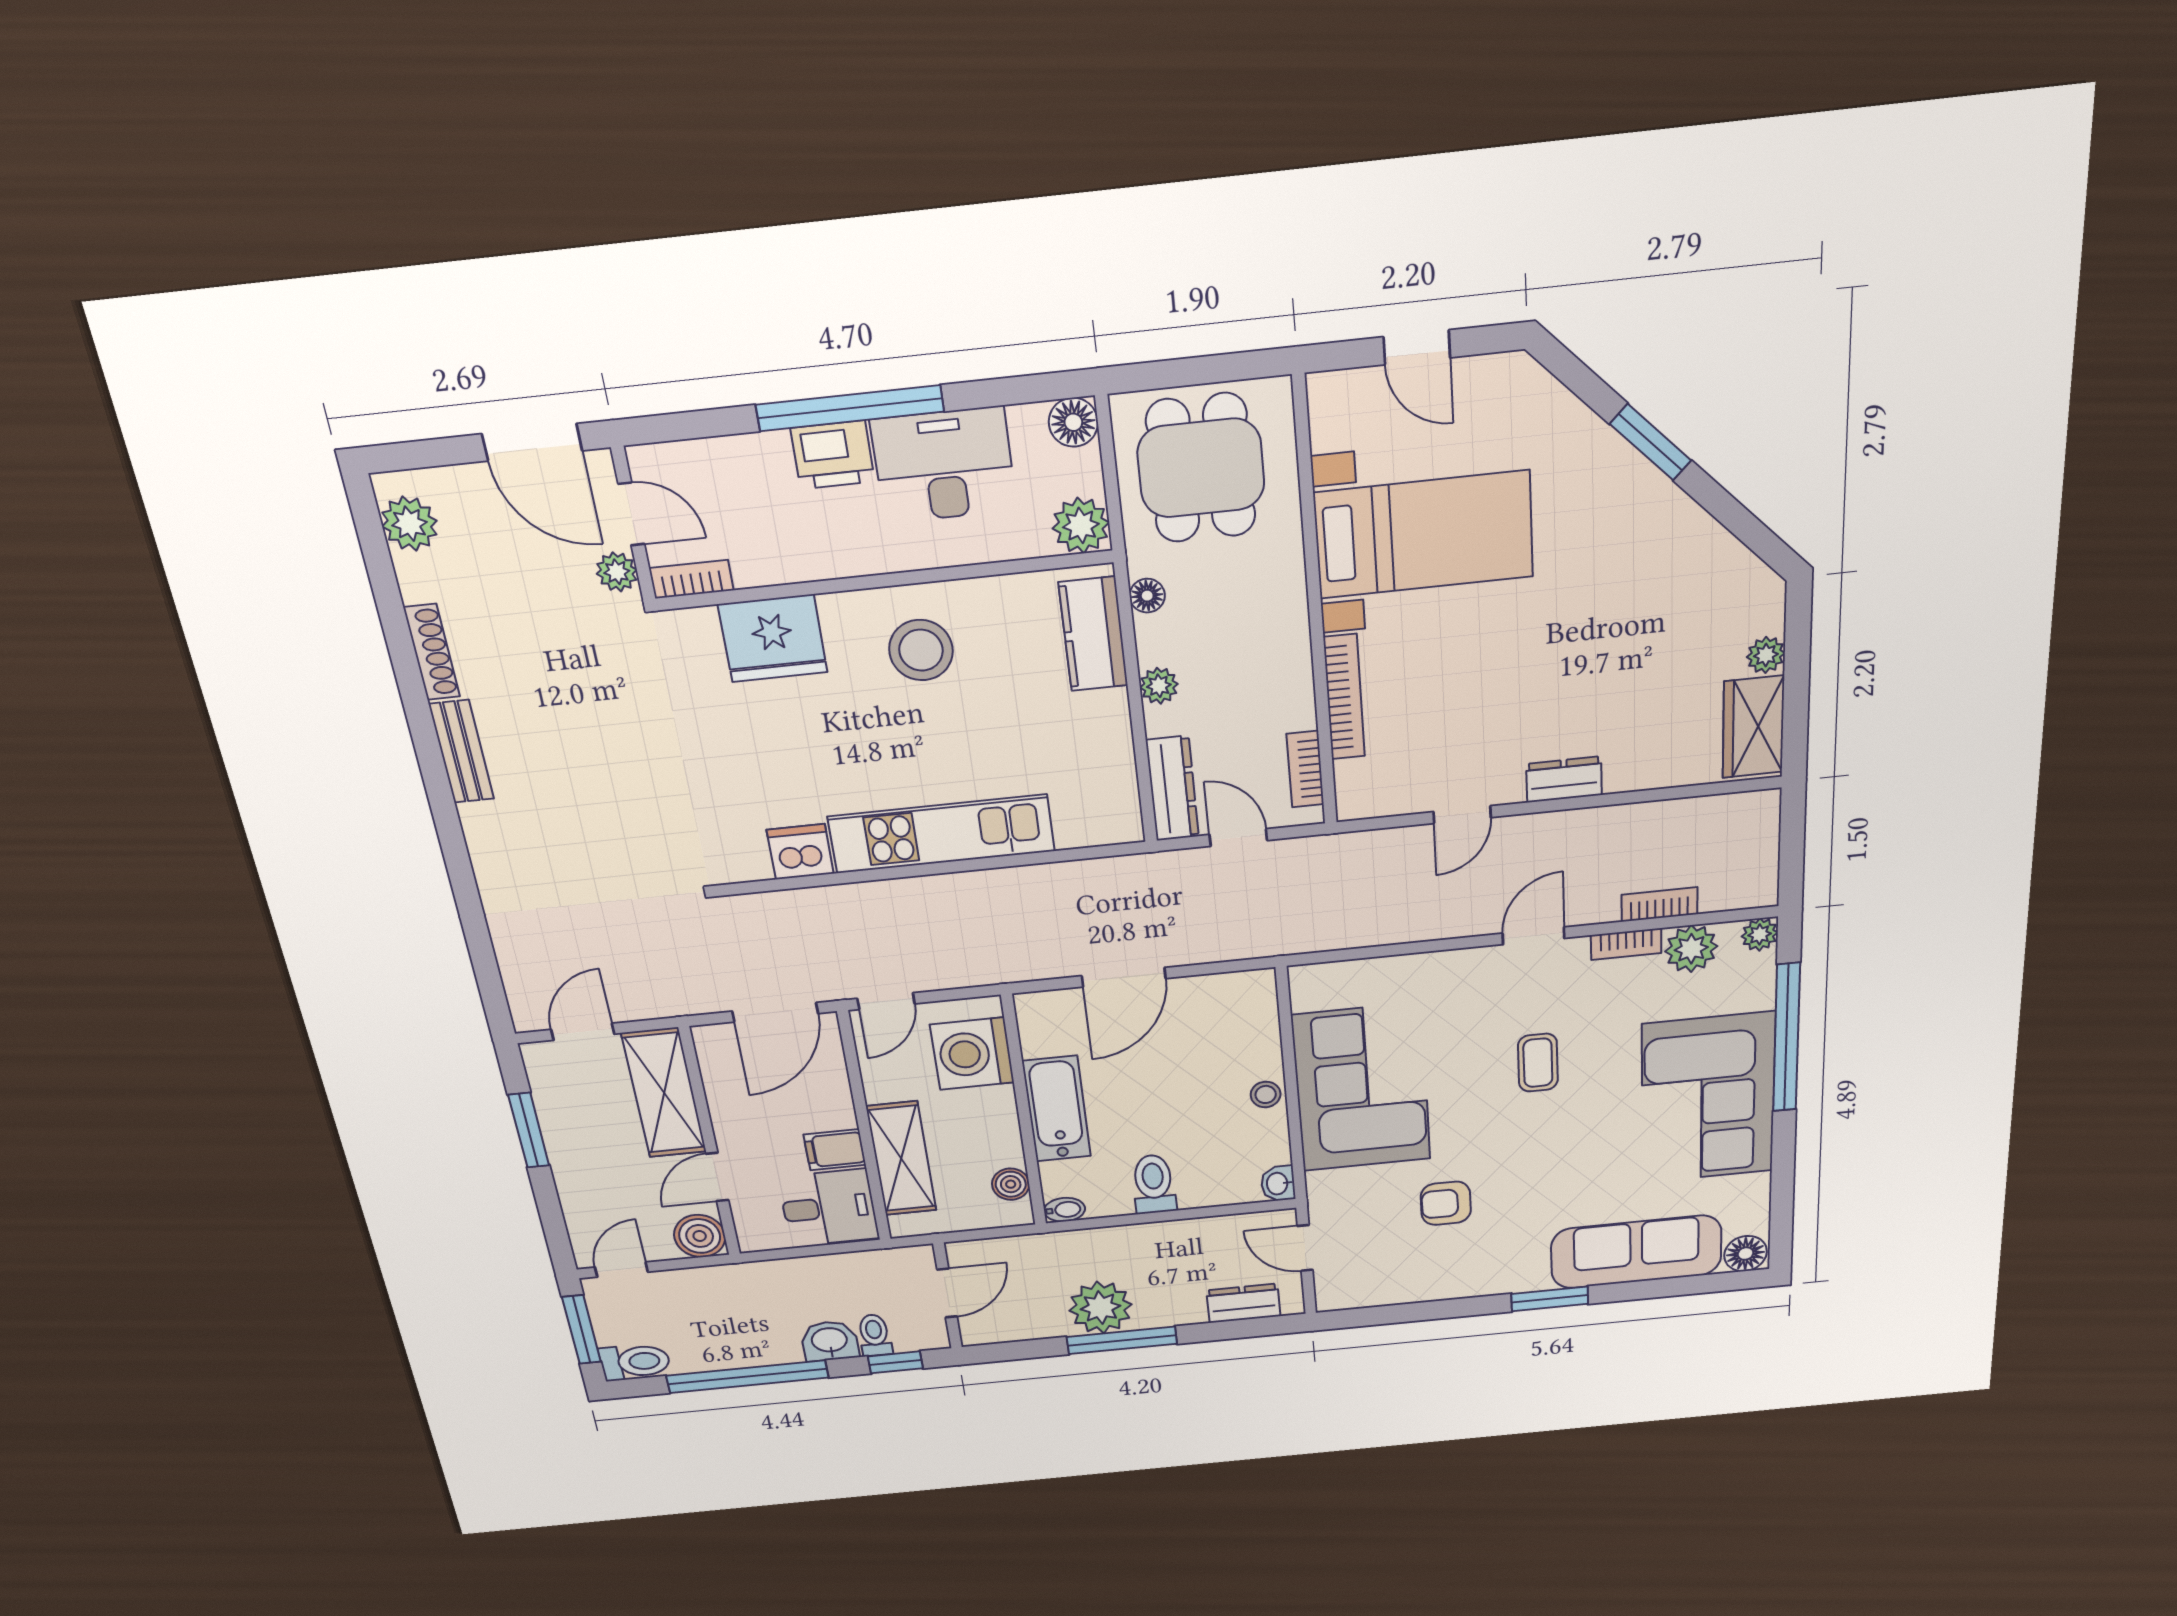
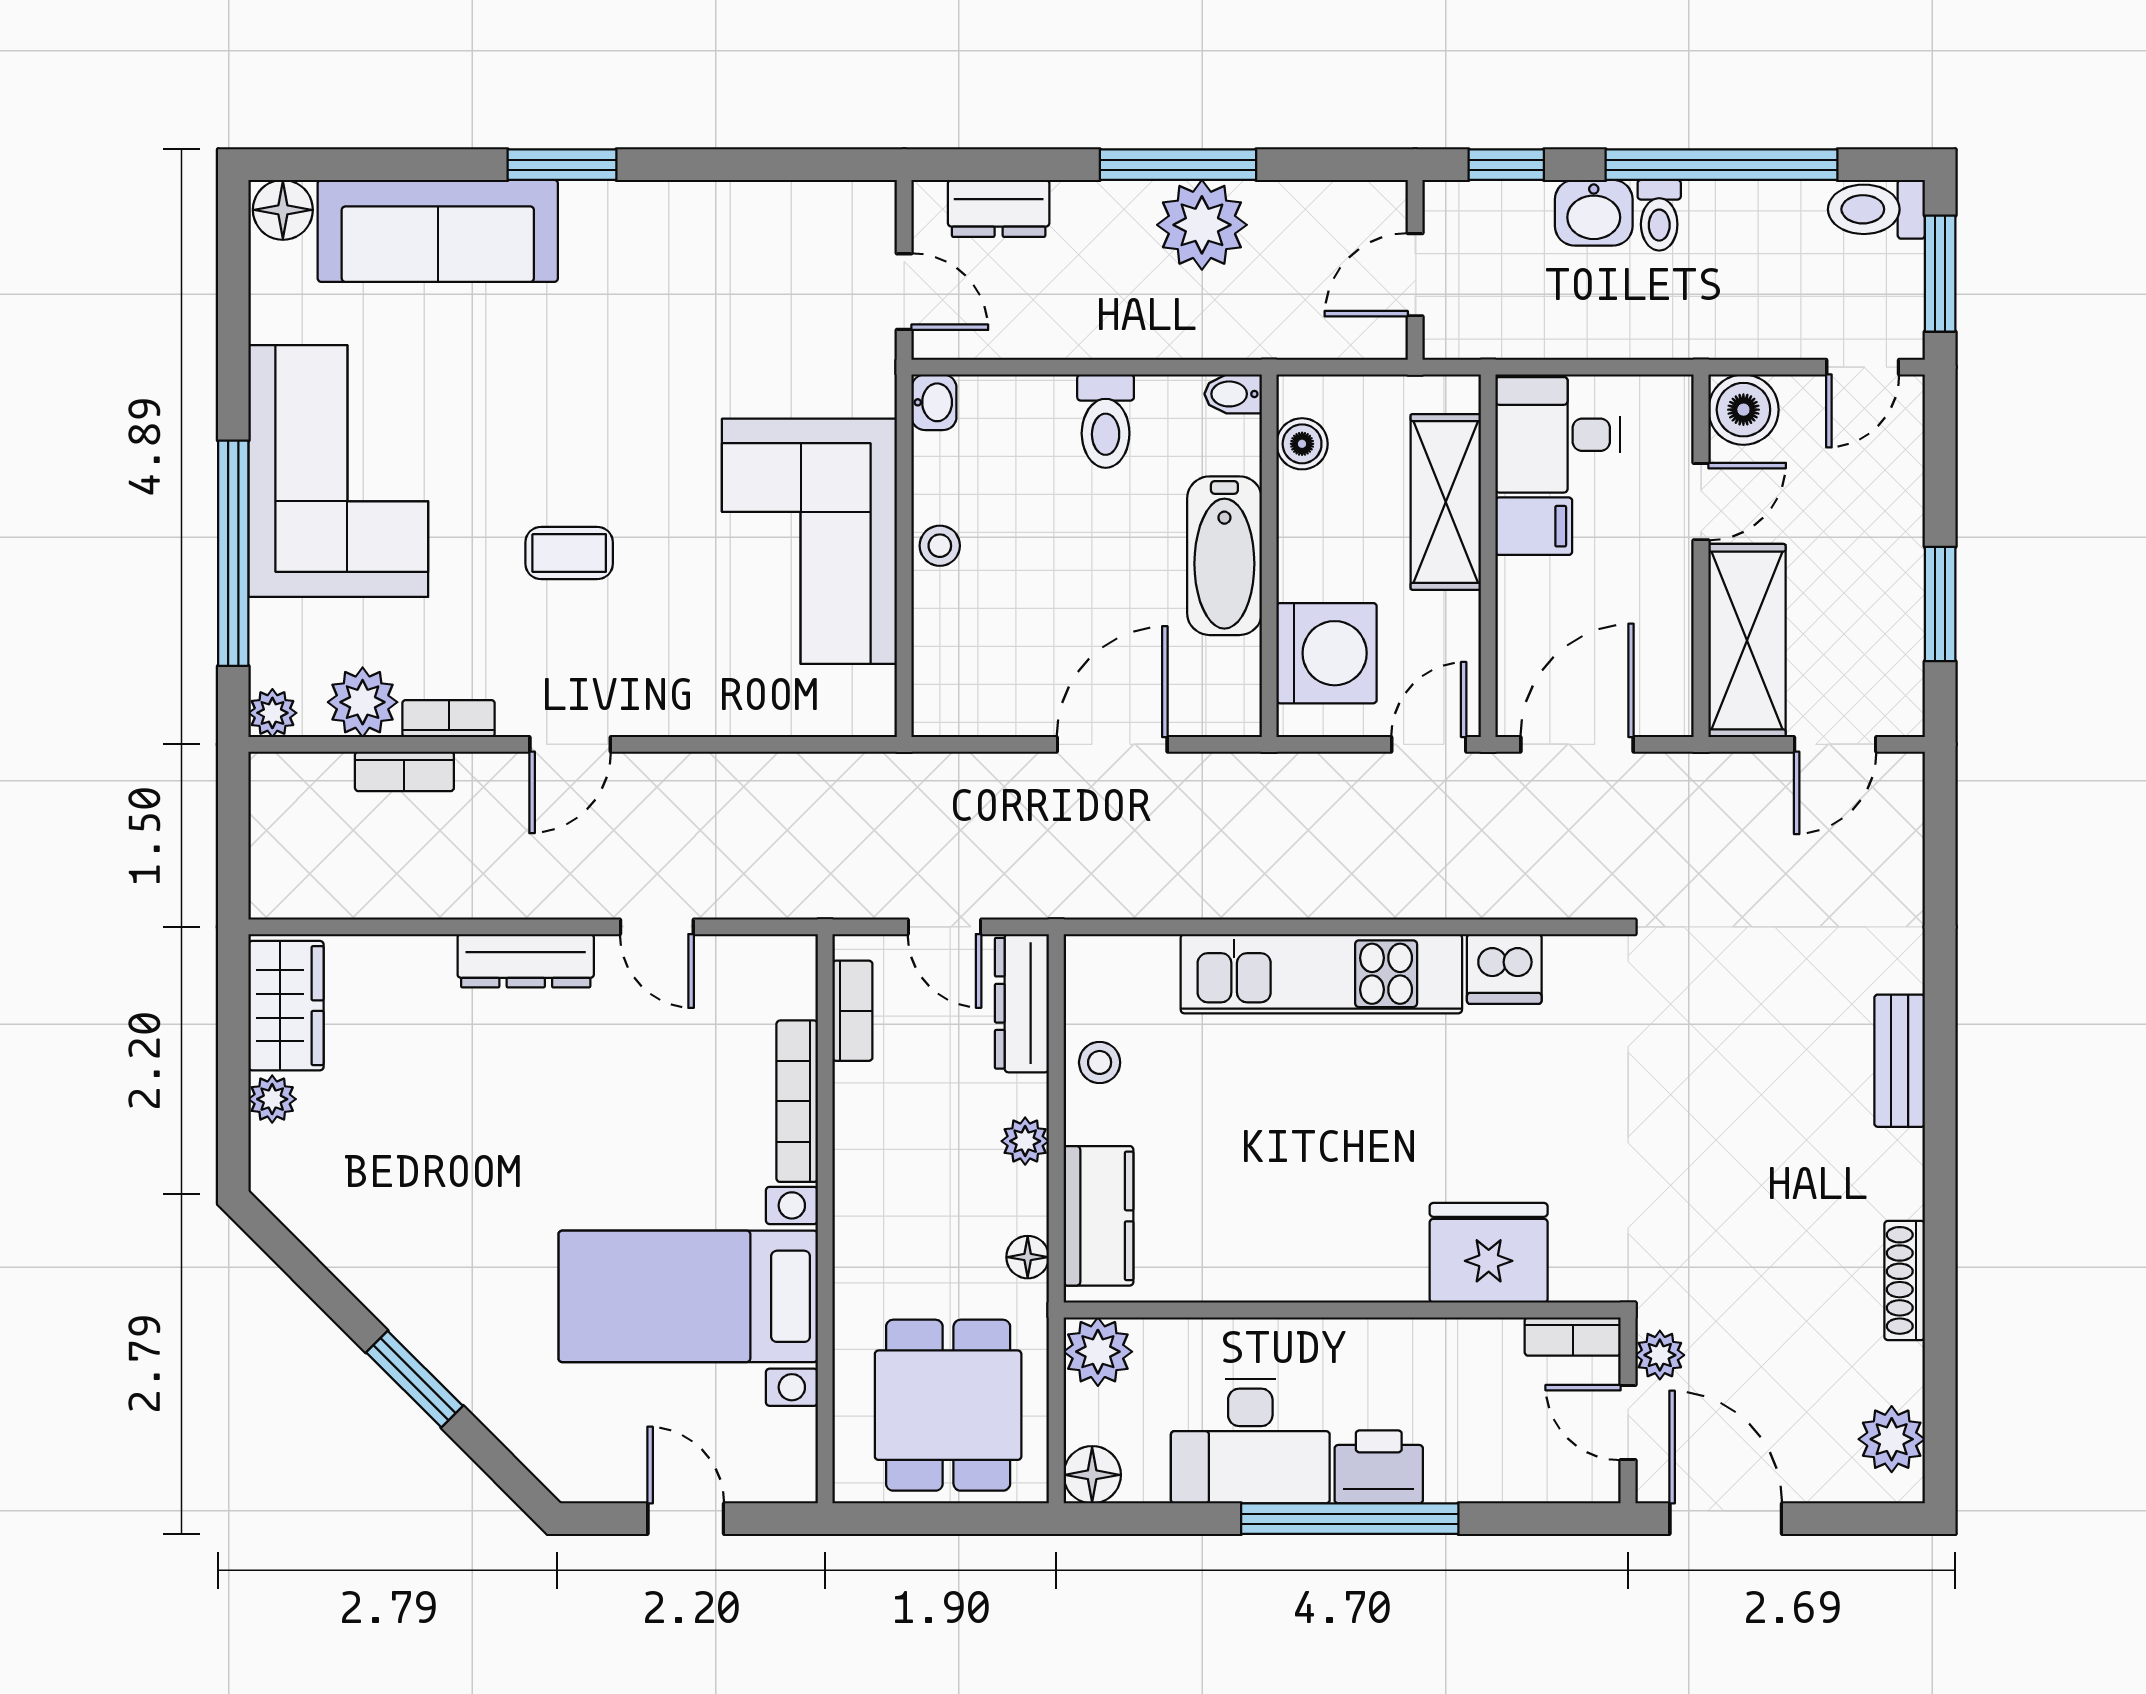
stool: (921, 650) -> (1100, 1062), moved, width x0.53, depth x0.53
bench: (461, 752) -> (1900, 1061), moved
dresser: (1564, 779) -> (526, 961), width x1.44
door: (1462, 815) -> (657, 927), swing flipped
coffee table: (1538, 1063) -> (569, 553), turned 90
armchair: (1446, 1203) -> (703, 343), removed
toilet: (875, 1335) -> (1659, 215), moved

